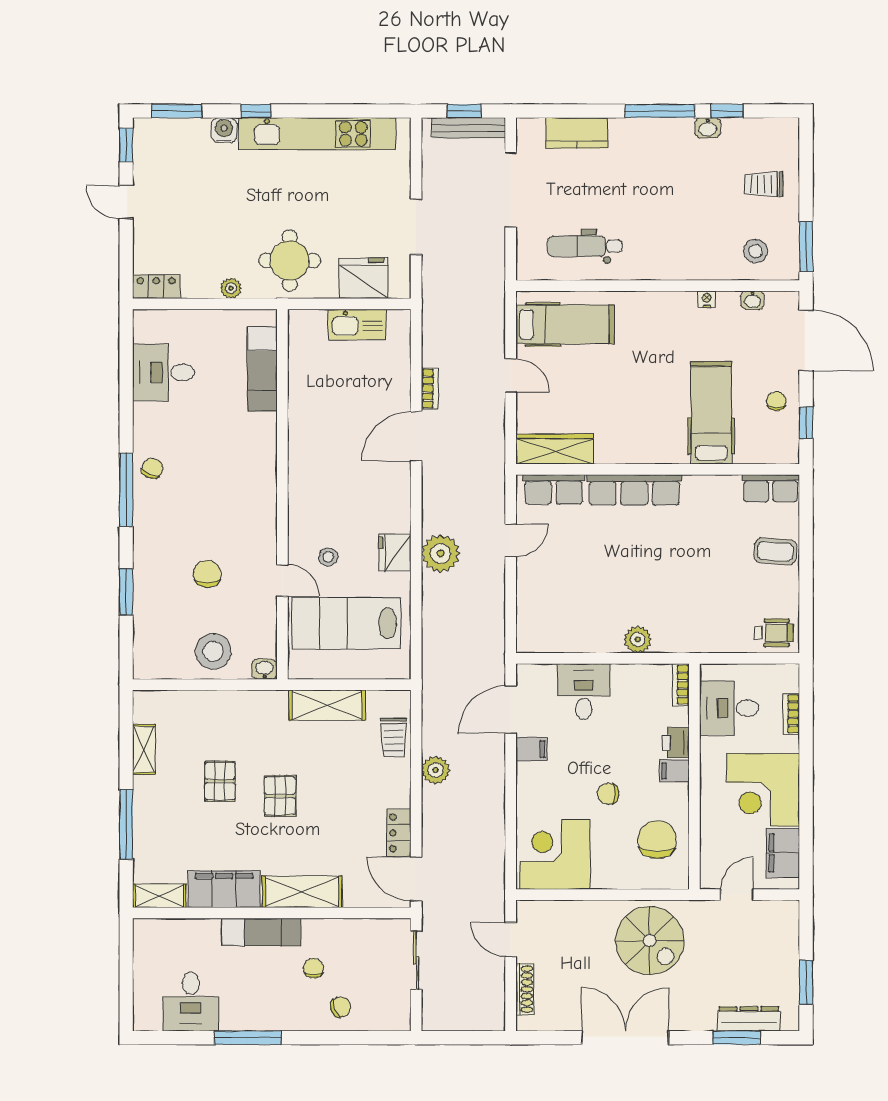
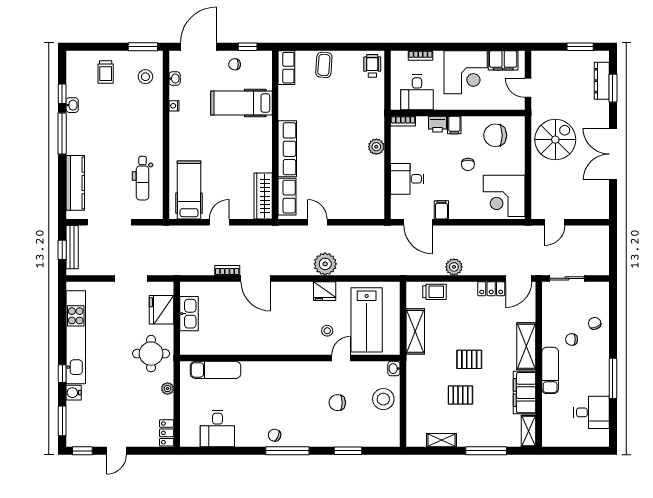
kitchen counter: (577, 133) -> (75, 183), width x1.50
shoe rack: (525, 989) -> (584, 214), removed

